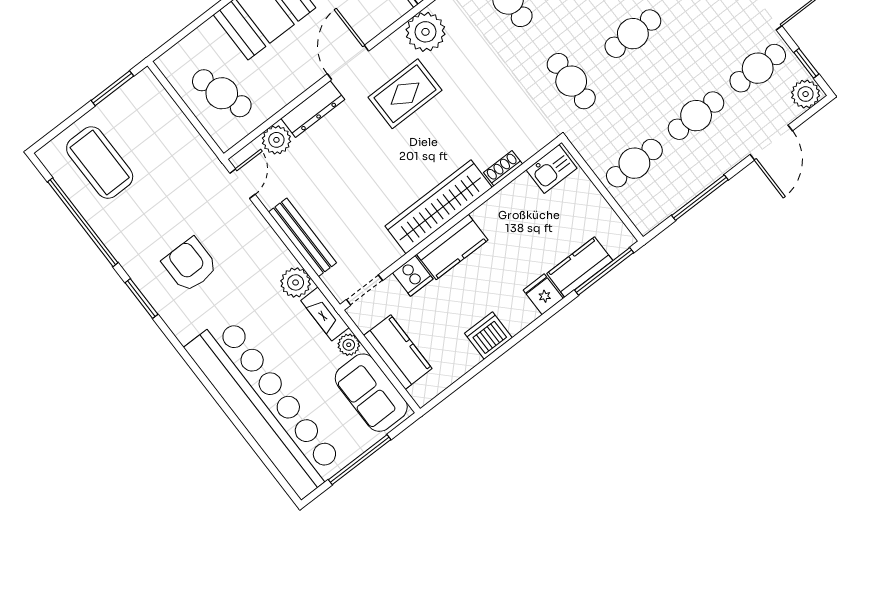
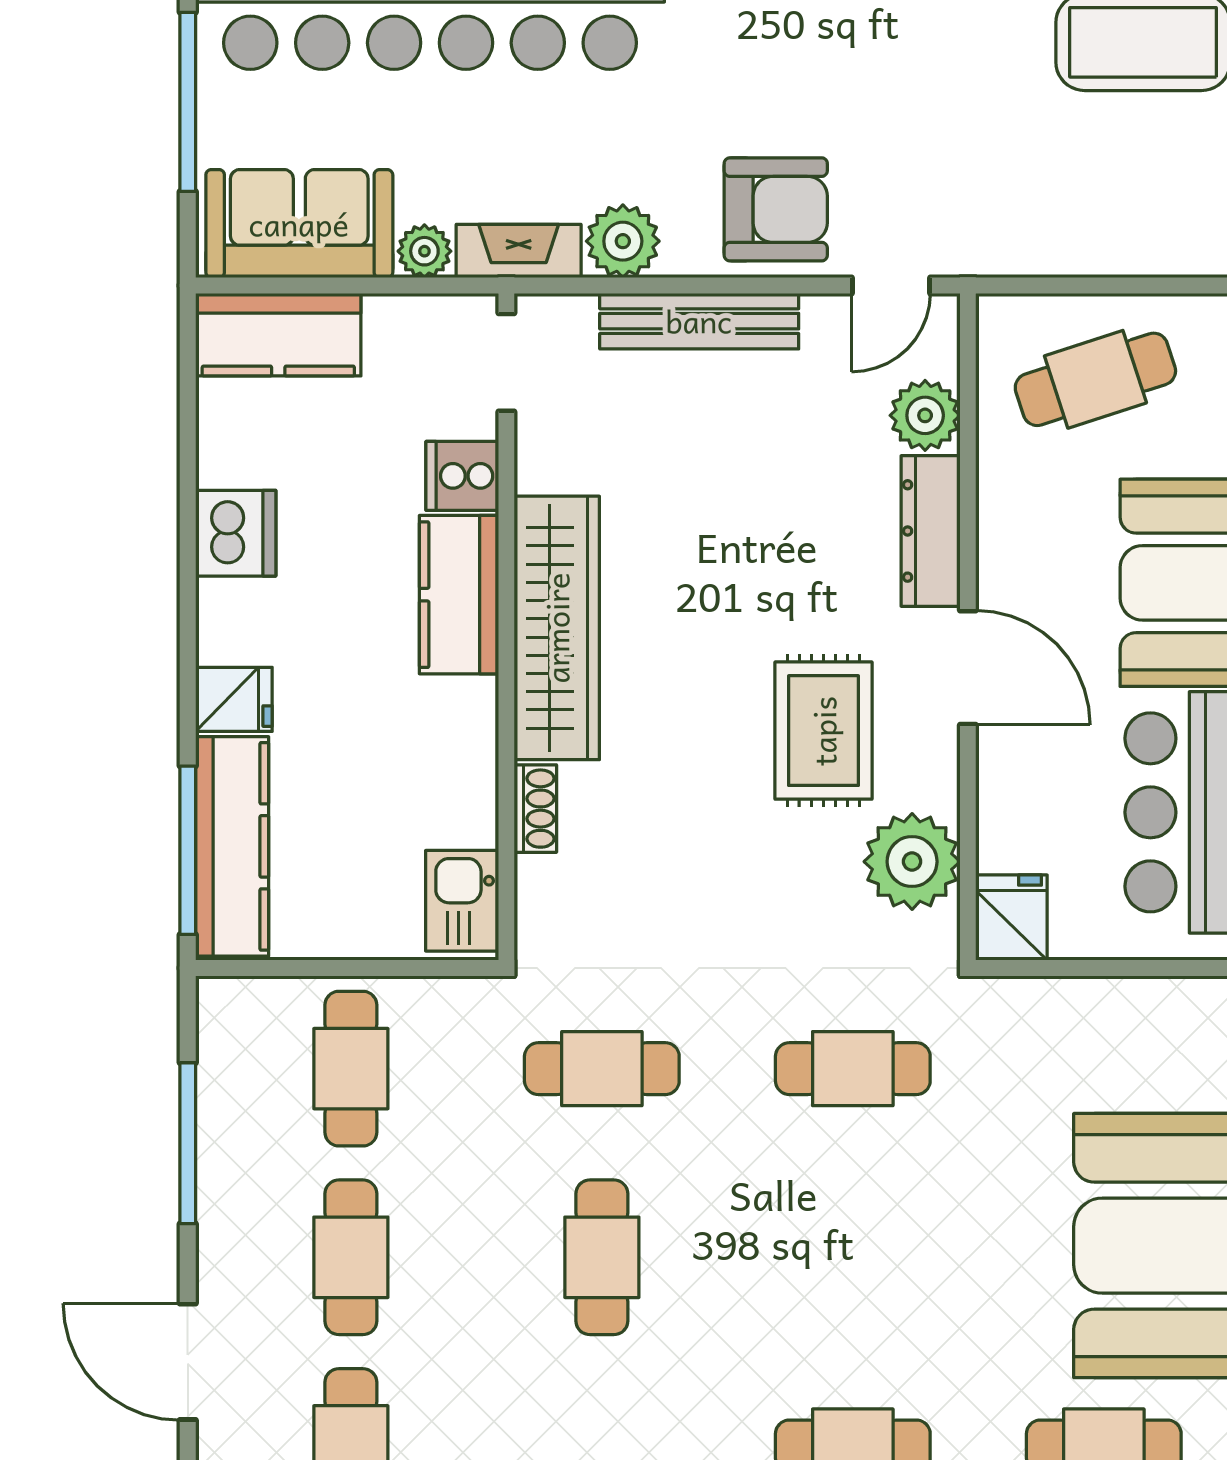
door: (243, 184) -> (891, 285), hinge flipped
armchair: (190, 265) -> (776, 209), moved
kitchen counter: (580, 267) -> (232, 846), width x1.50
kitchen counter: (398, 352) -> (278, 335), moved

